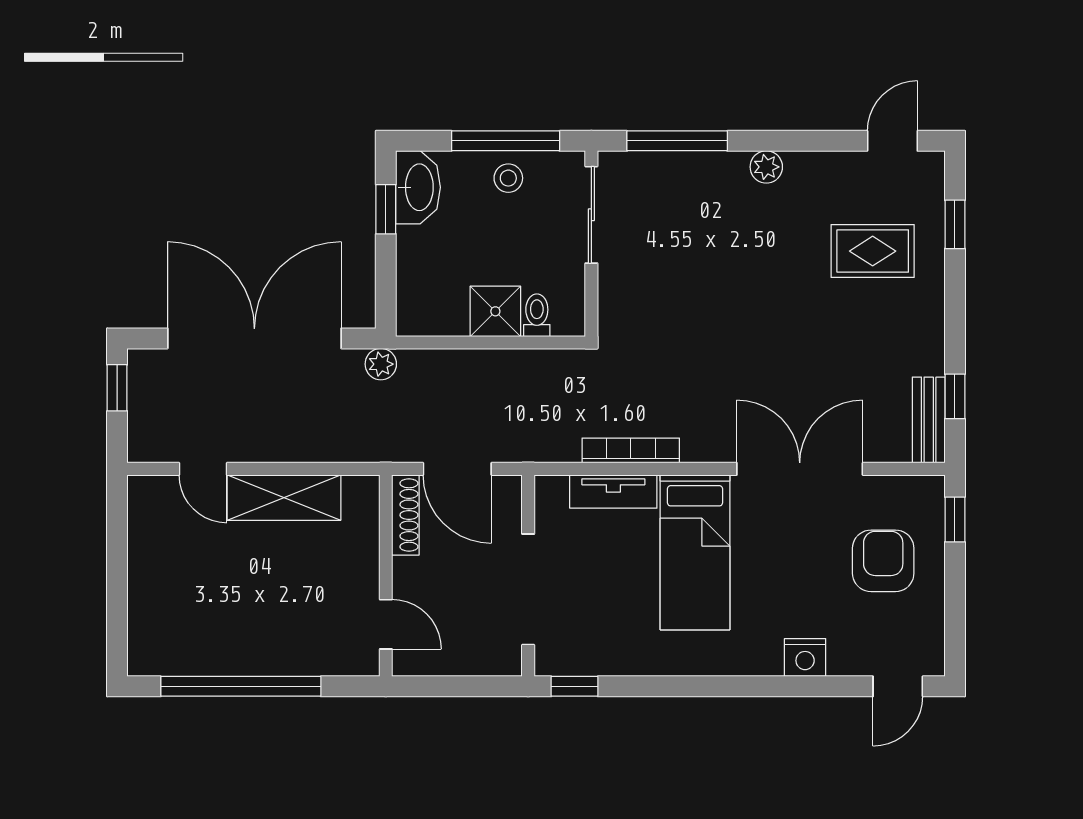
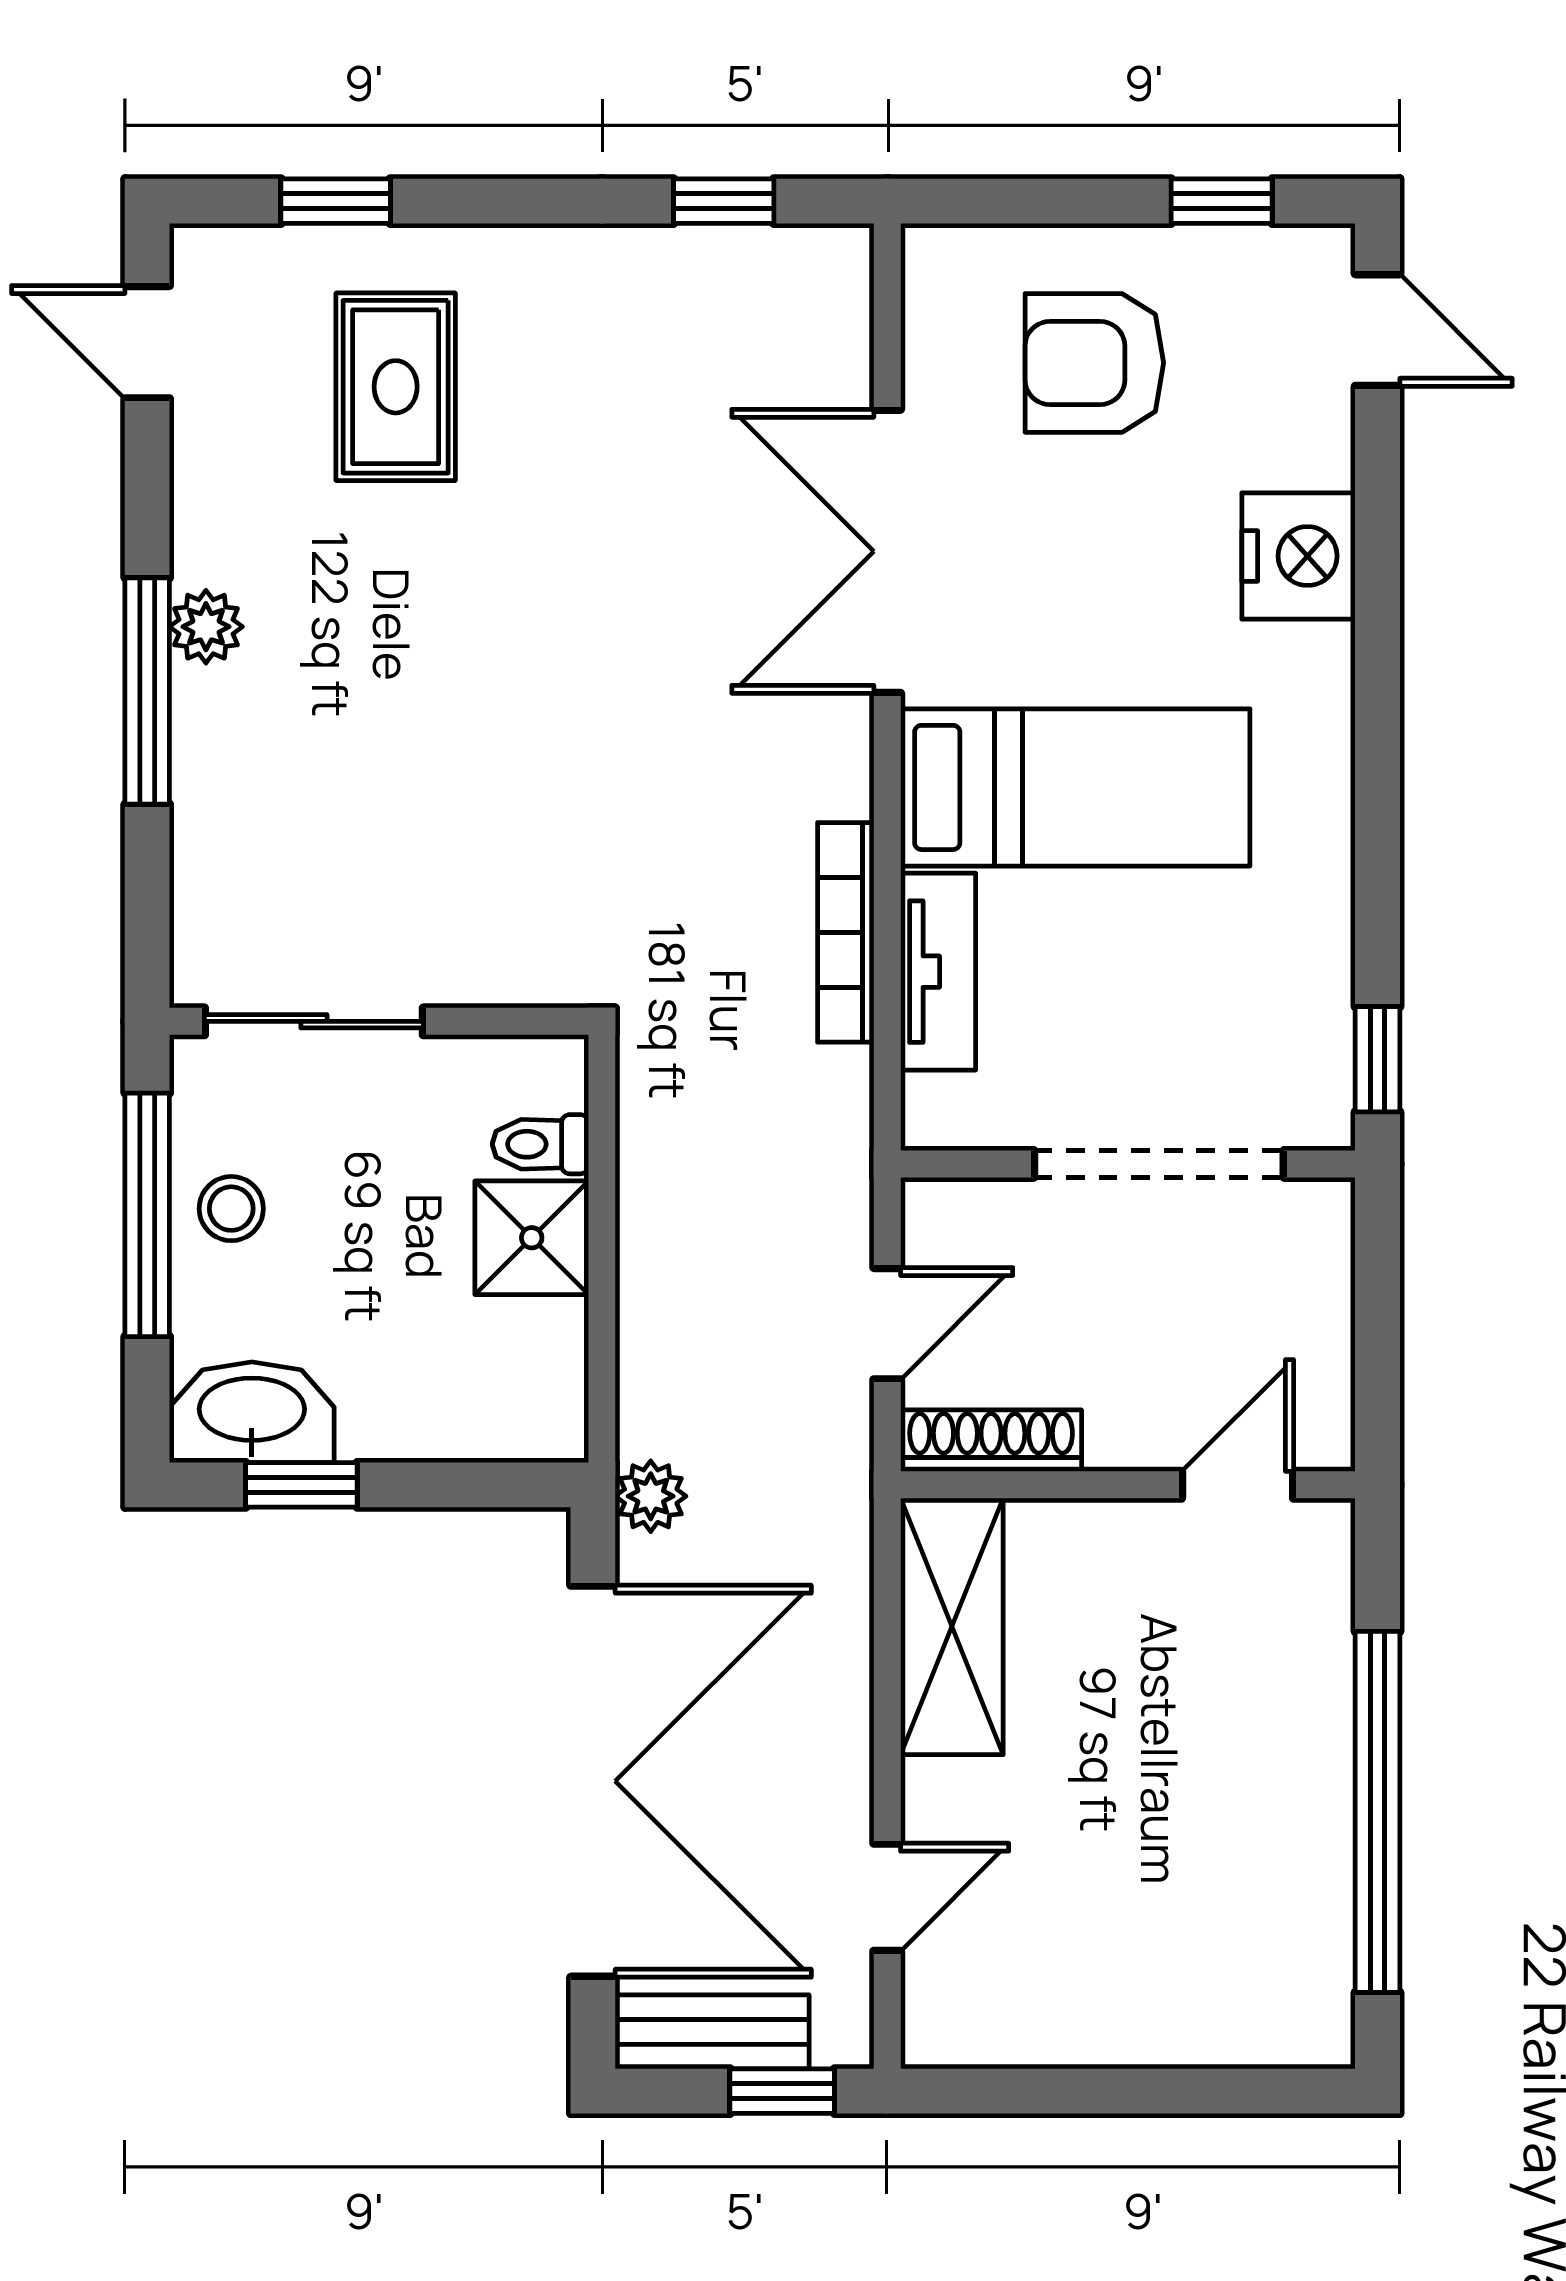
window: (677, 141) -> (147, 691), moved
double door: (254, 338) -> (593, 1781), swing flipped
window: (117, 388) -> (782, 2091), moved
bench: (929, 420) -> (712, 2032), moved
door: (457, 469) -> (887, 1324), width x0.73
shelving: (284, 498) -> (952, 1626), moved
window: (955, 520) -> (1222, 201), moved
nightstand: (805, 657) -> (1299, 556), width x1.36, depth x1.33

